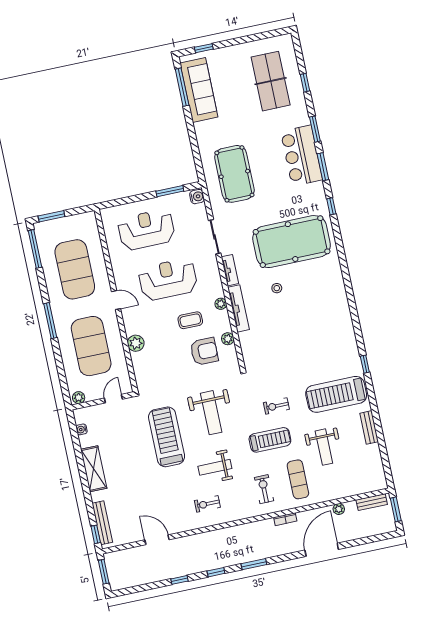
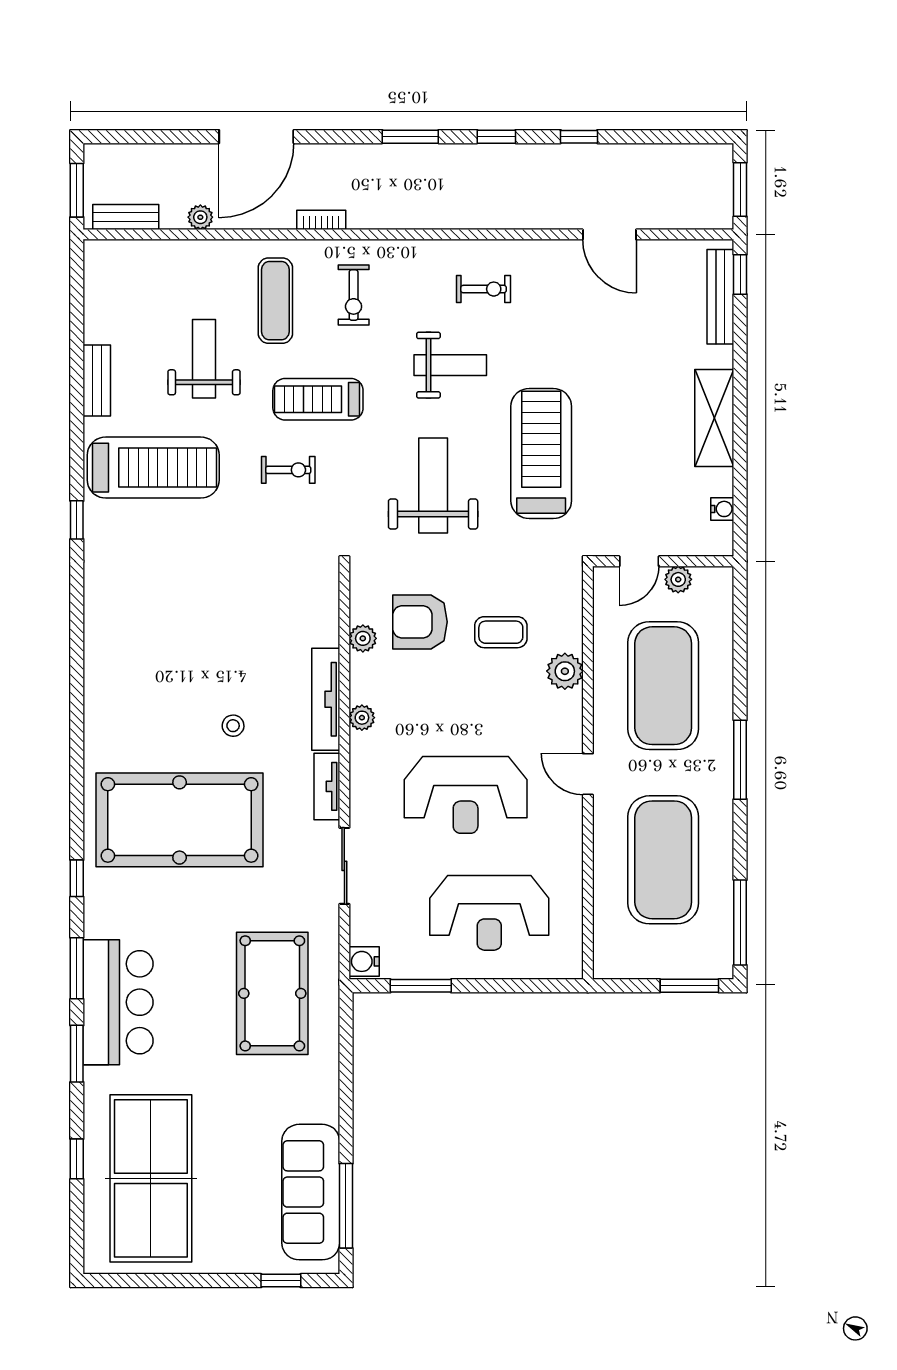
table tennis table: (271, 81) -> (151, 1178), width x1.36, depth x1.32
coffee table: (190, 320) -> (501, 632), moved
plant: (79, 398) -> (678, 579), moved
treadmill: (167, 437) -> (541, 454), turned 180

